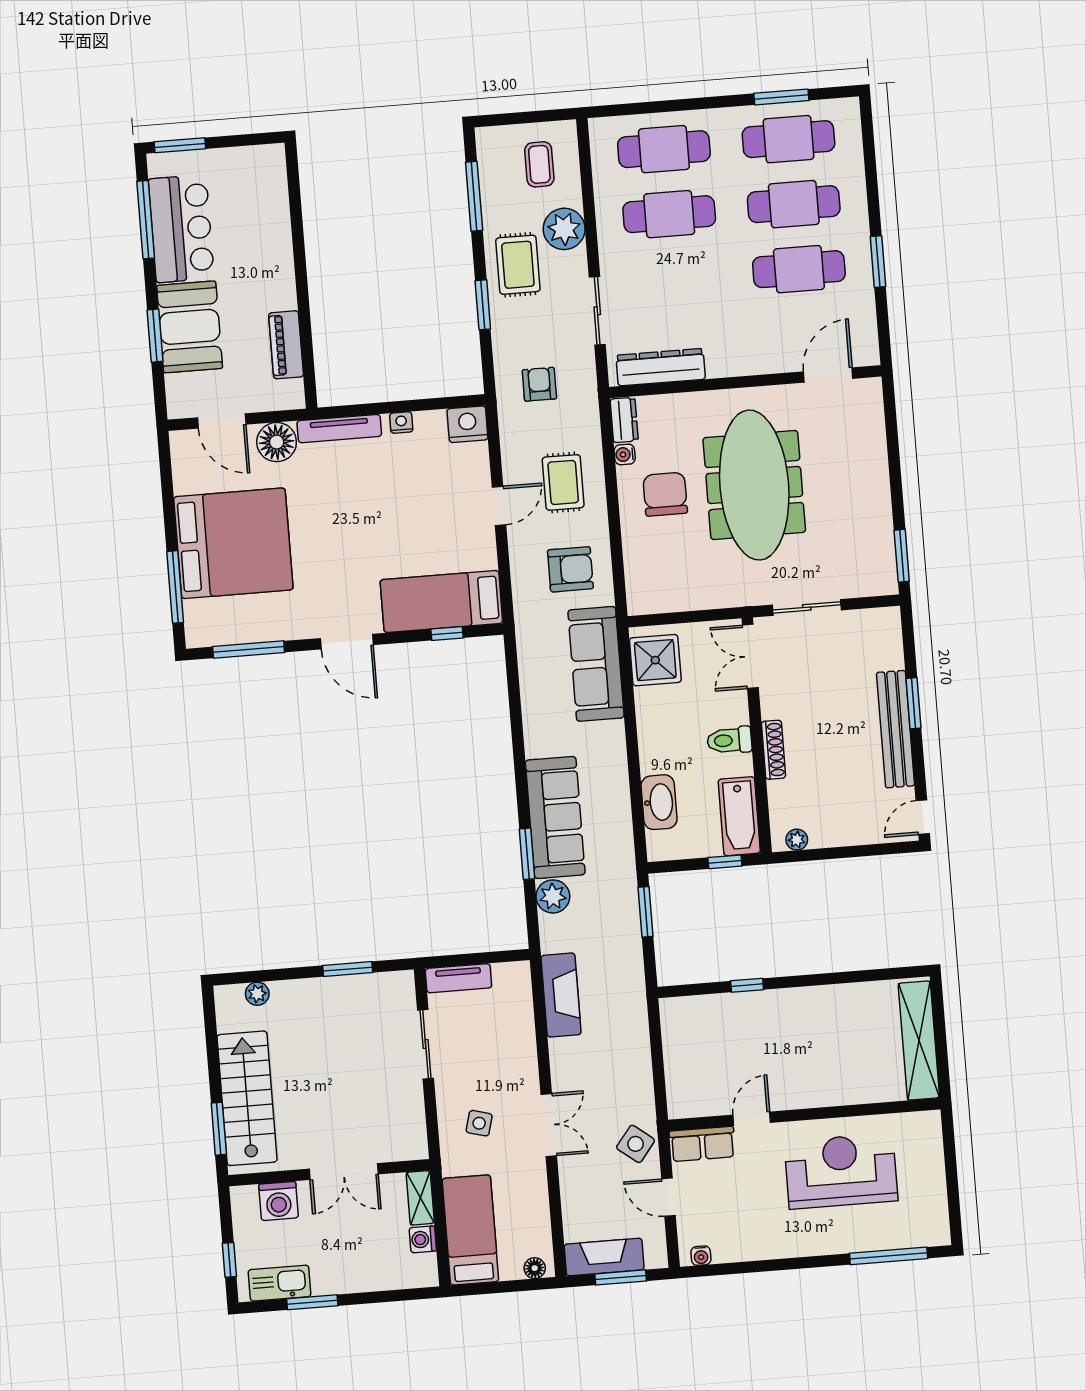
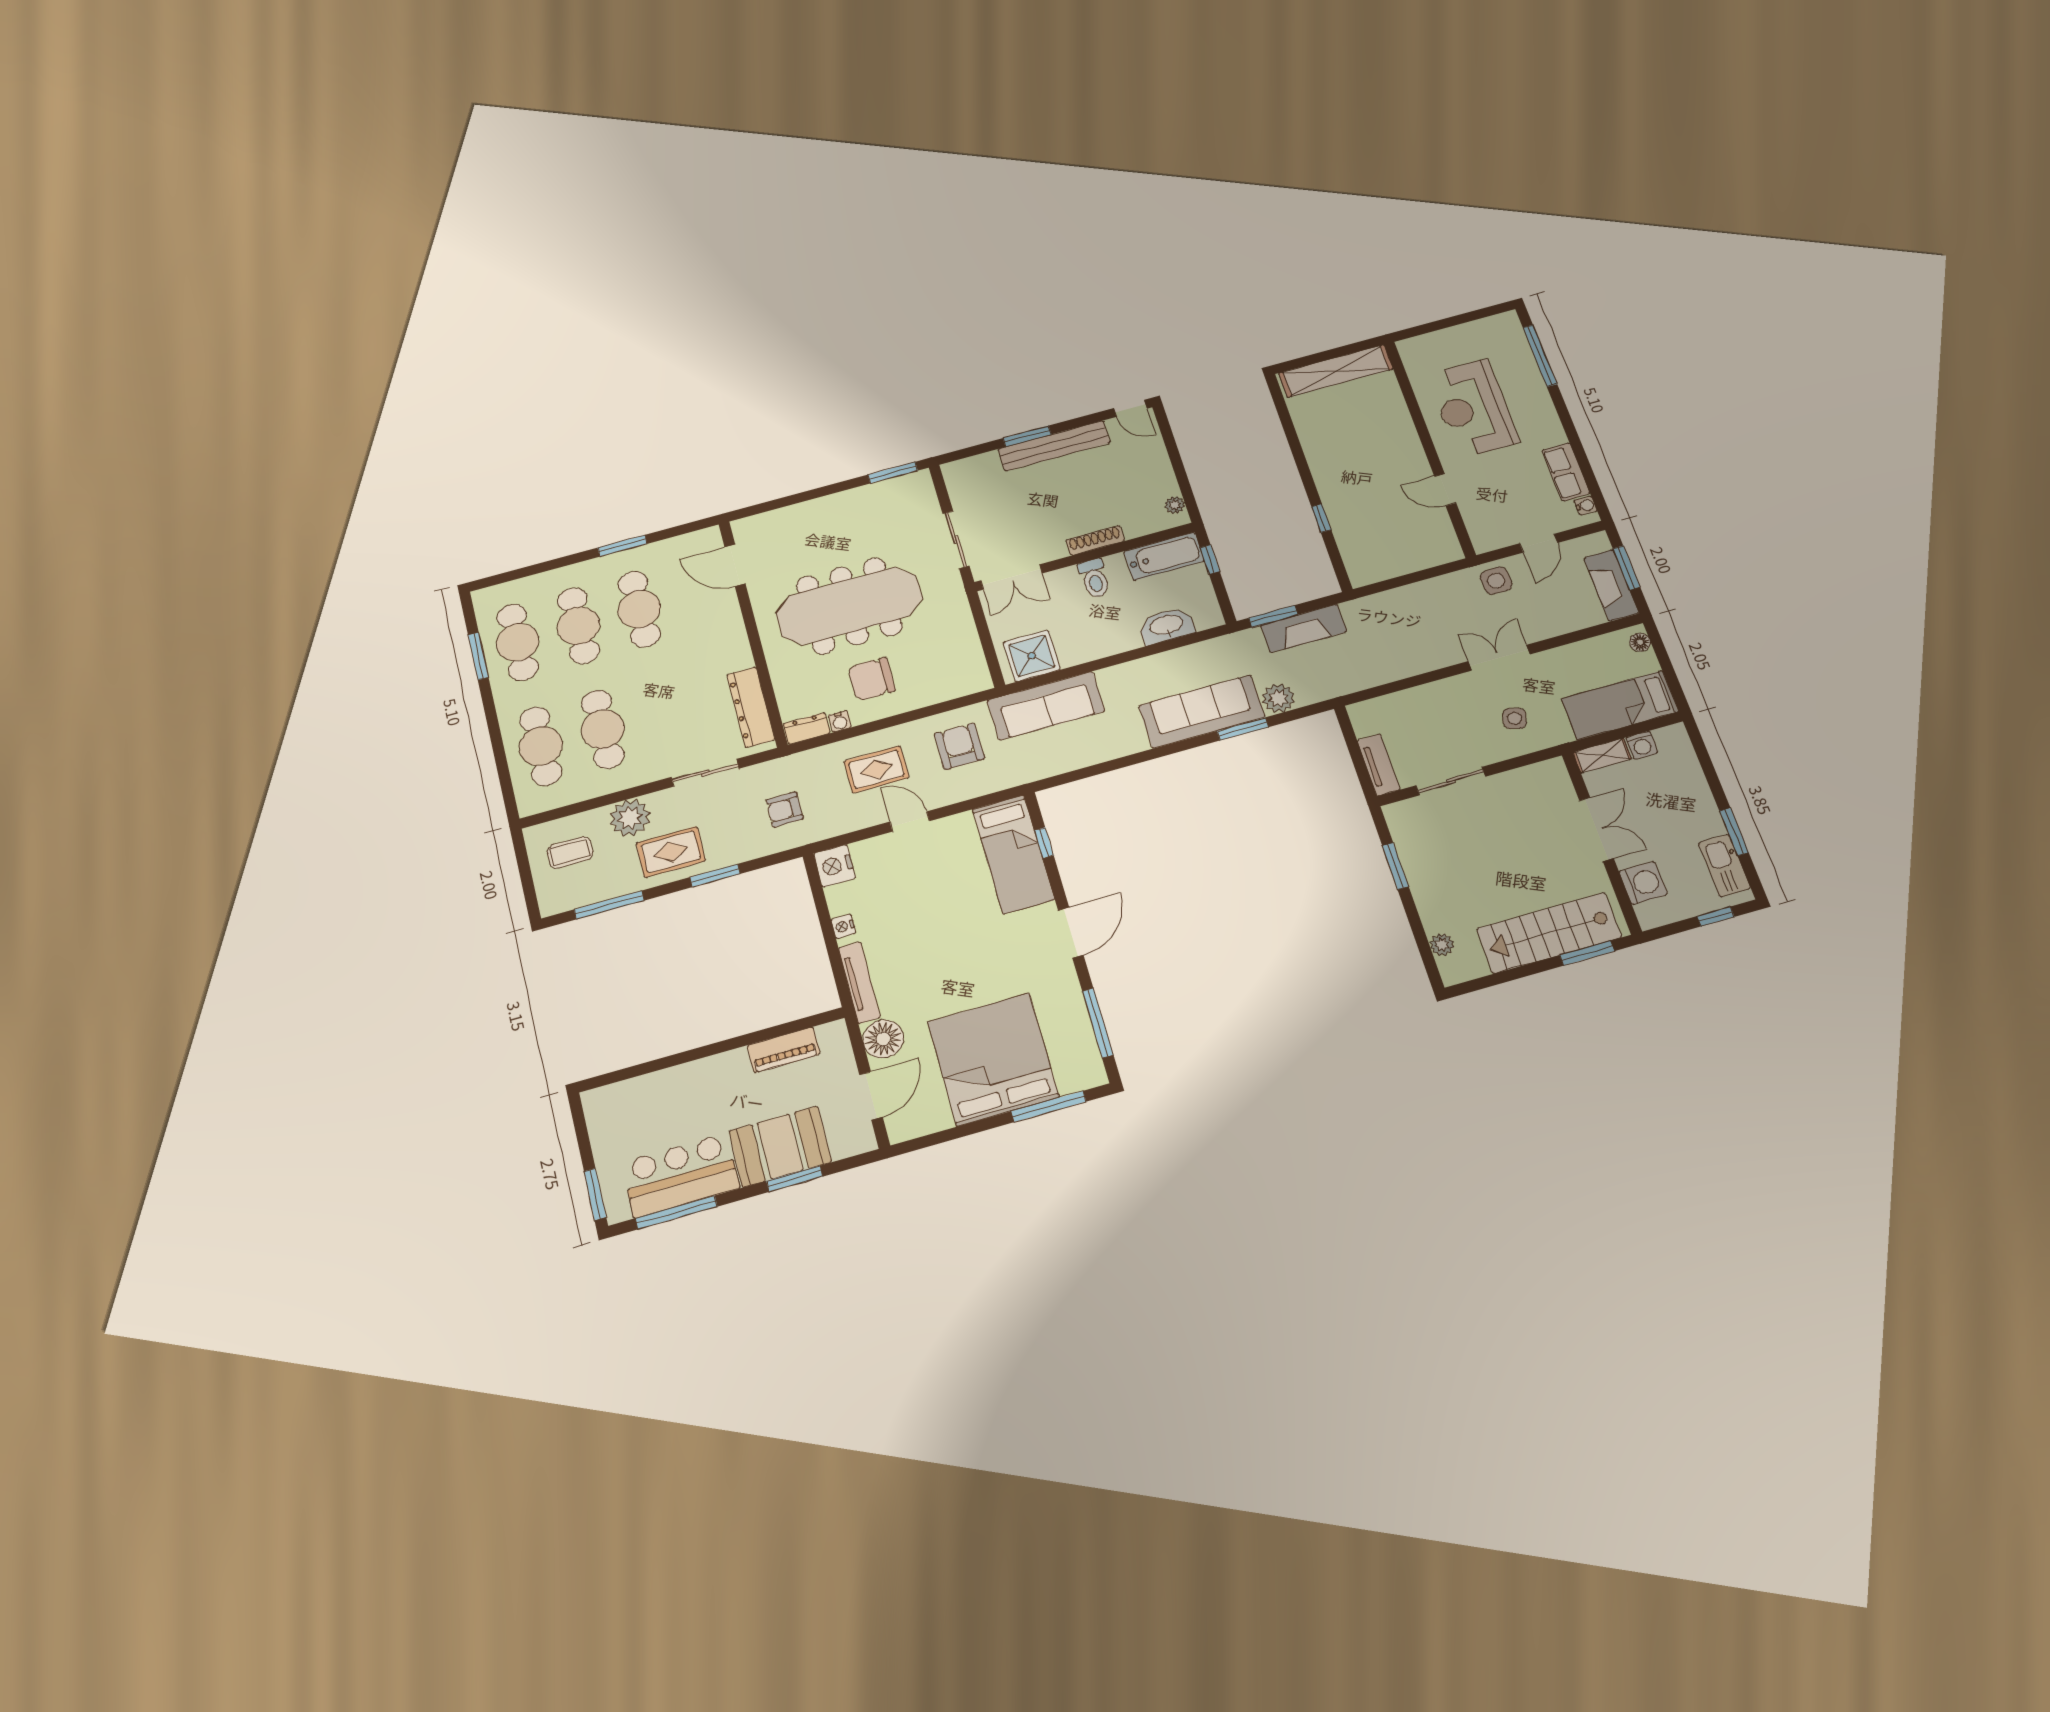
fireplace: (561, 995) -> (1304, 628), moved, turned 180
side table: (636, 1144) -> (1496, 581), turned -38
row of seats: (702, 1144) -> (1566, 472), moved, turned 180

